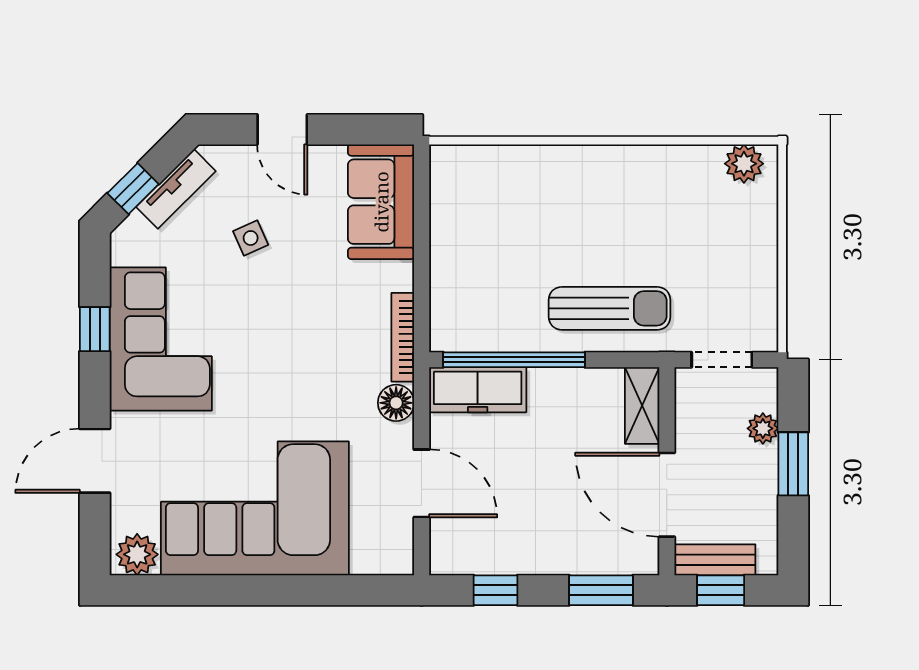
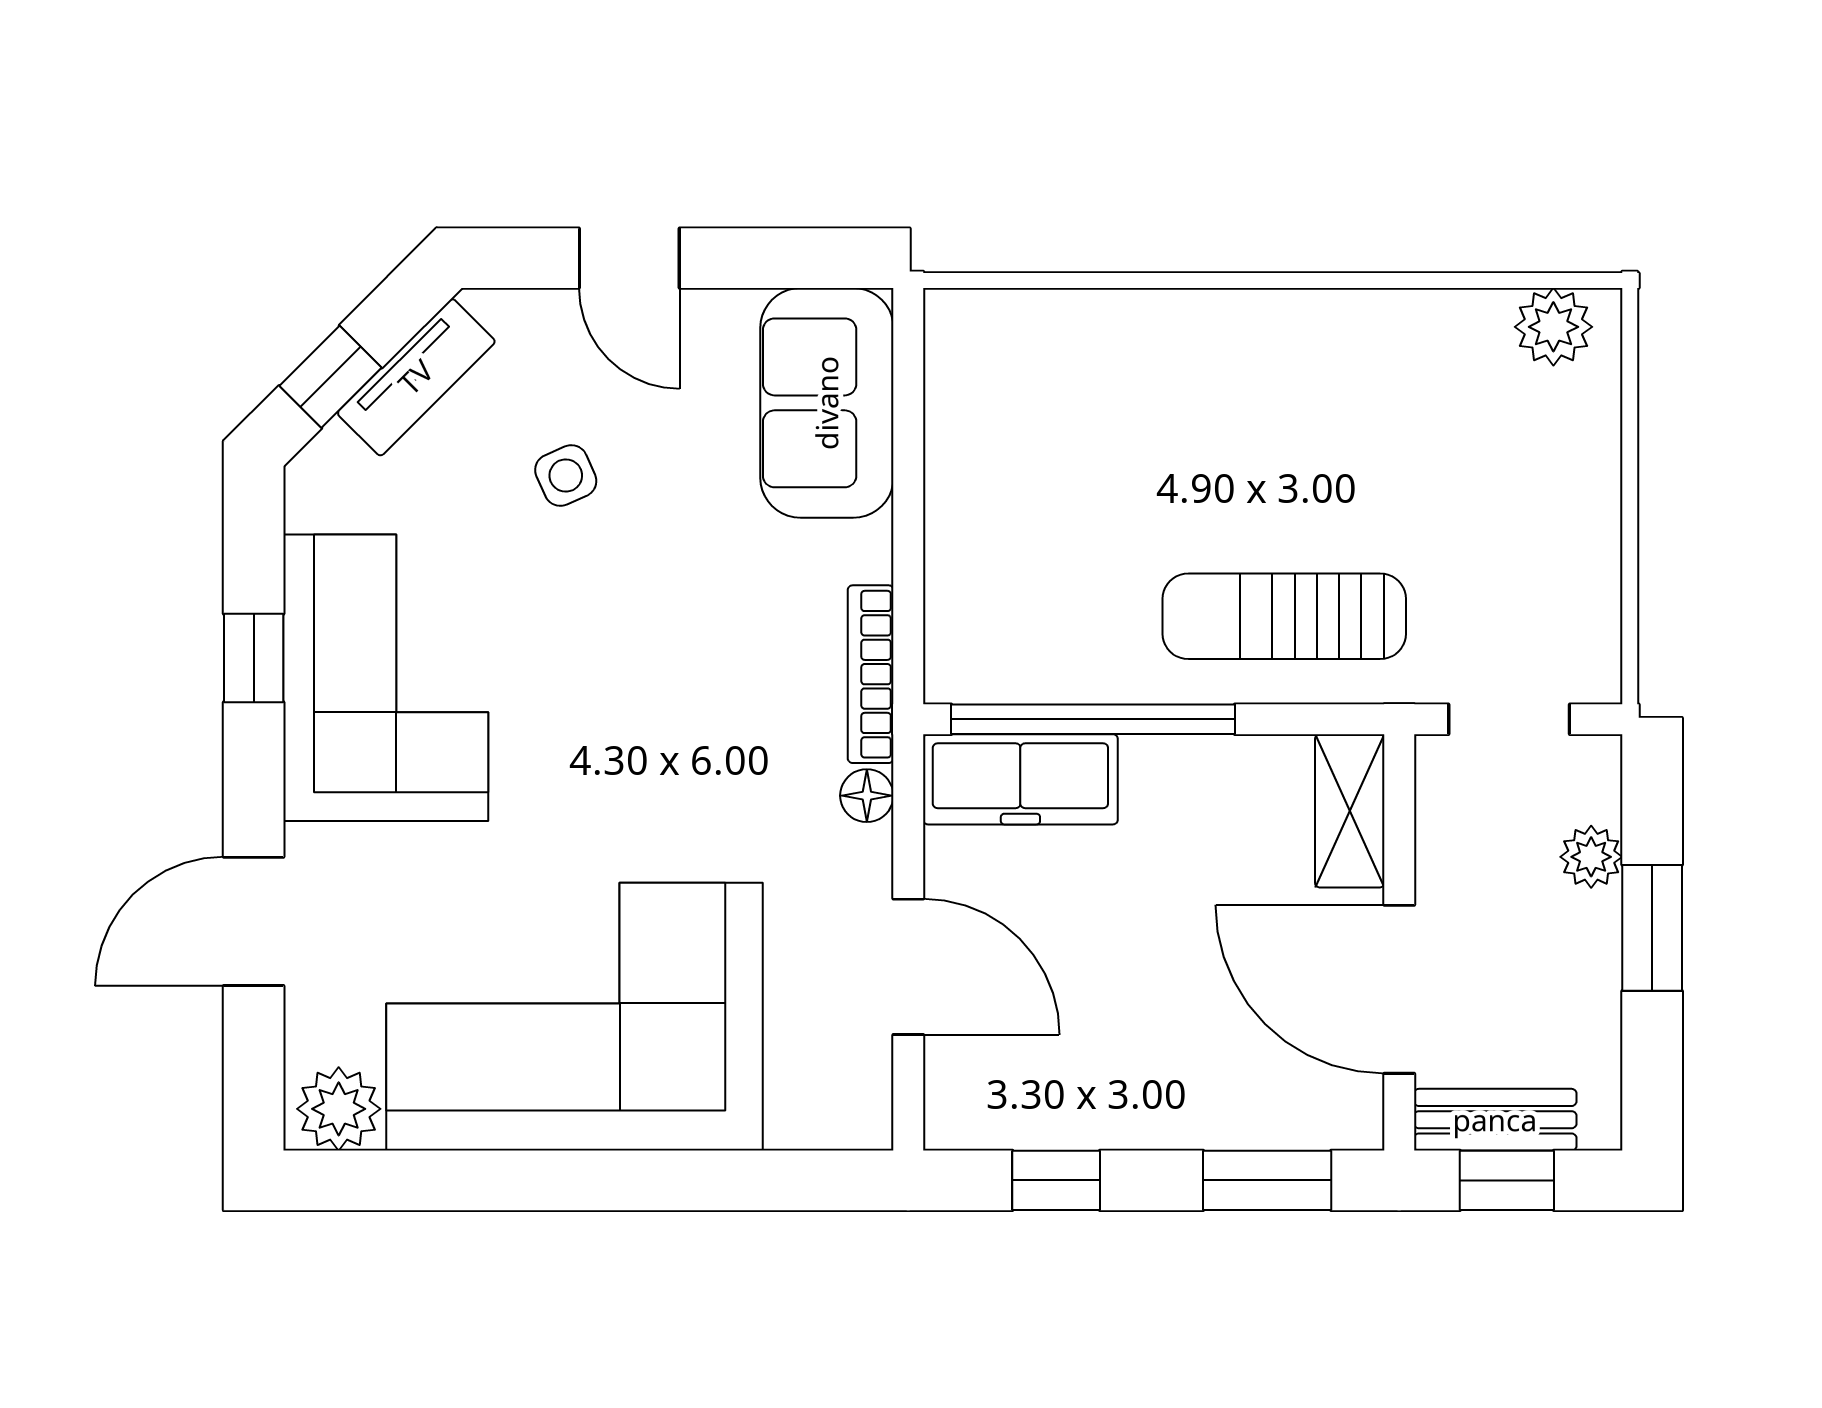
sun lounger: (610, 308) -> (1284, 616), turned 180
floor lamp: (396, 403) -> (867, 796), width x0.73, depth x0.73

